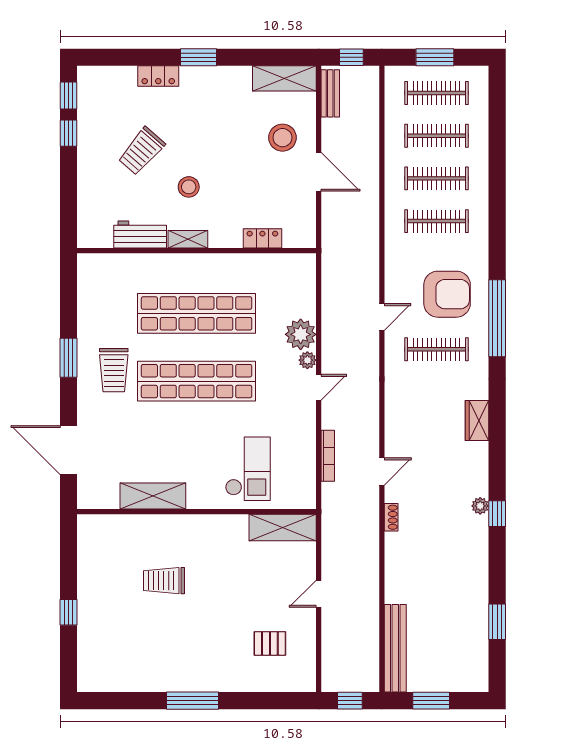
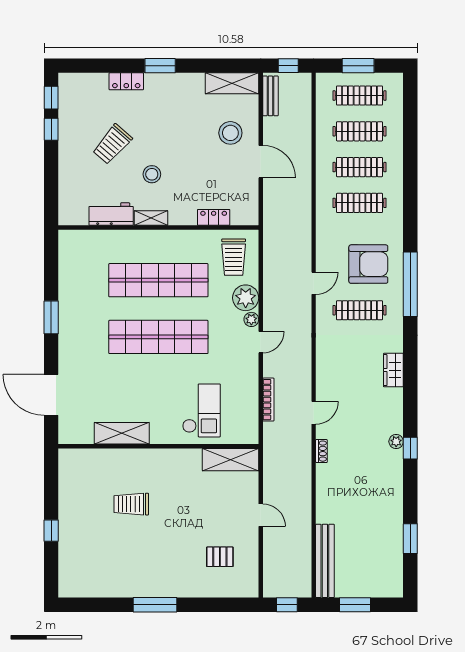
trolley: (114, 370) -> (234, 257), moved
door: (319, 594) -> (261, 515), swing flipped

